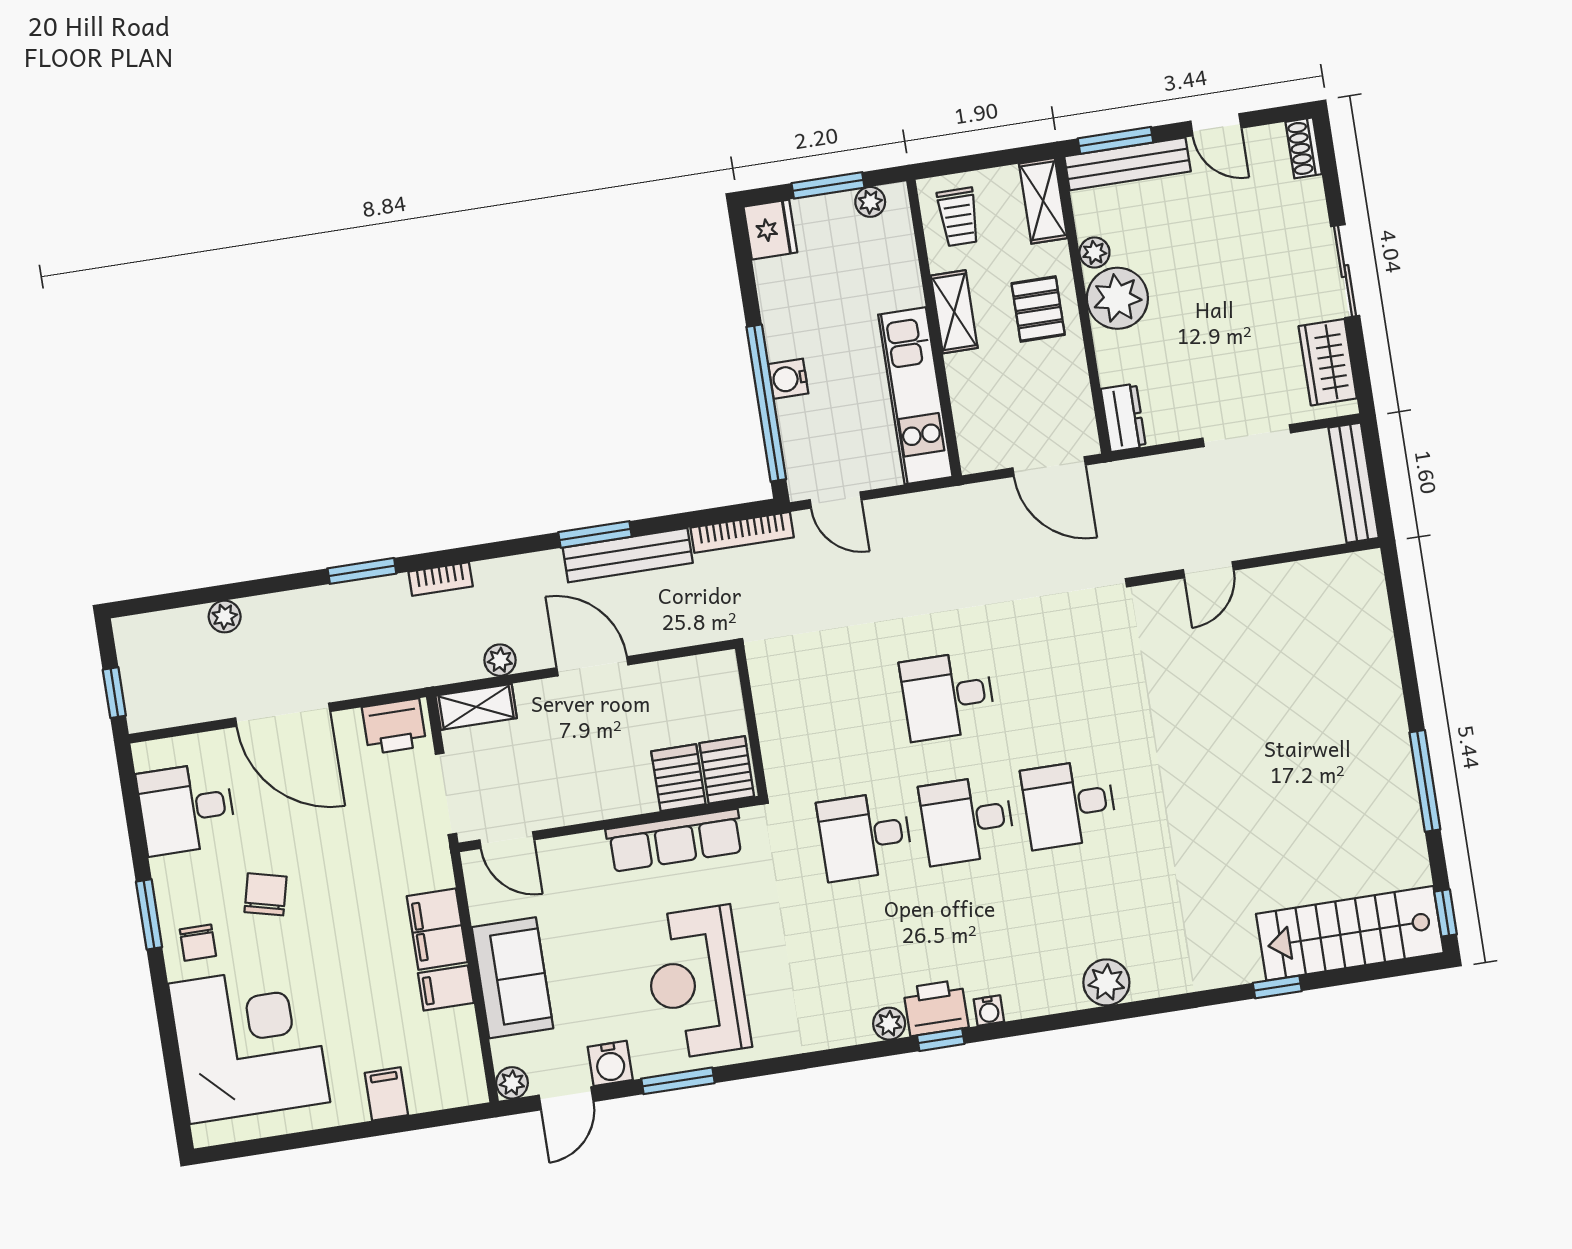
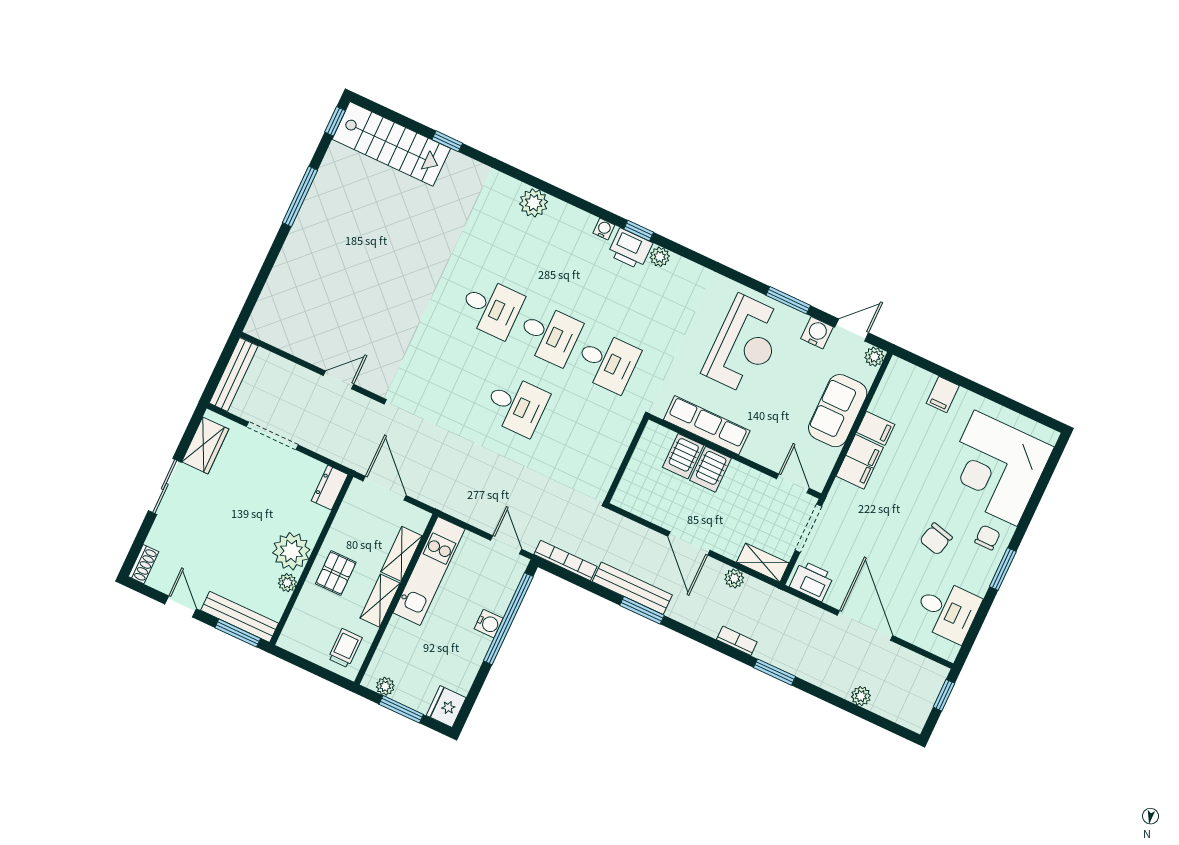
shelving: (1043, 201) -> (401, 554), moved
server rack: (727, 770) -> (711, 469), moved

